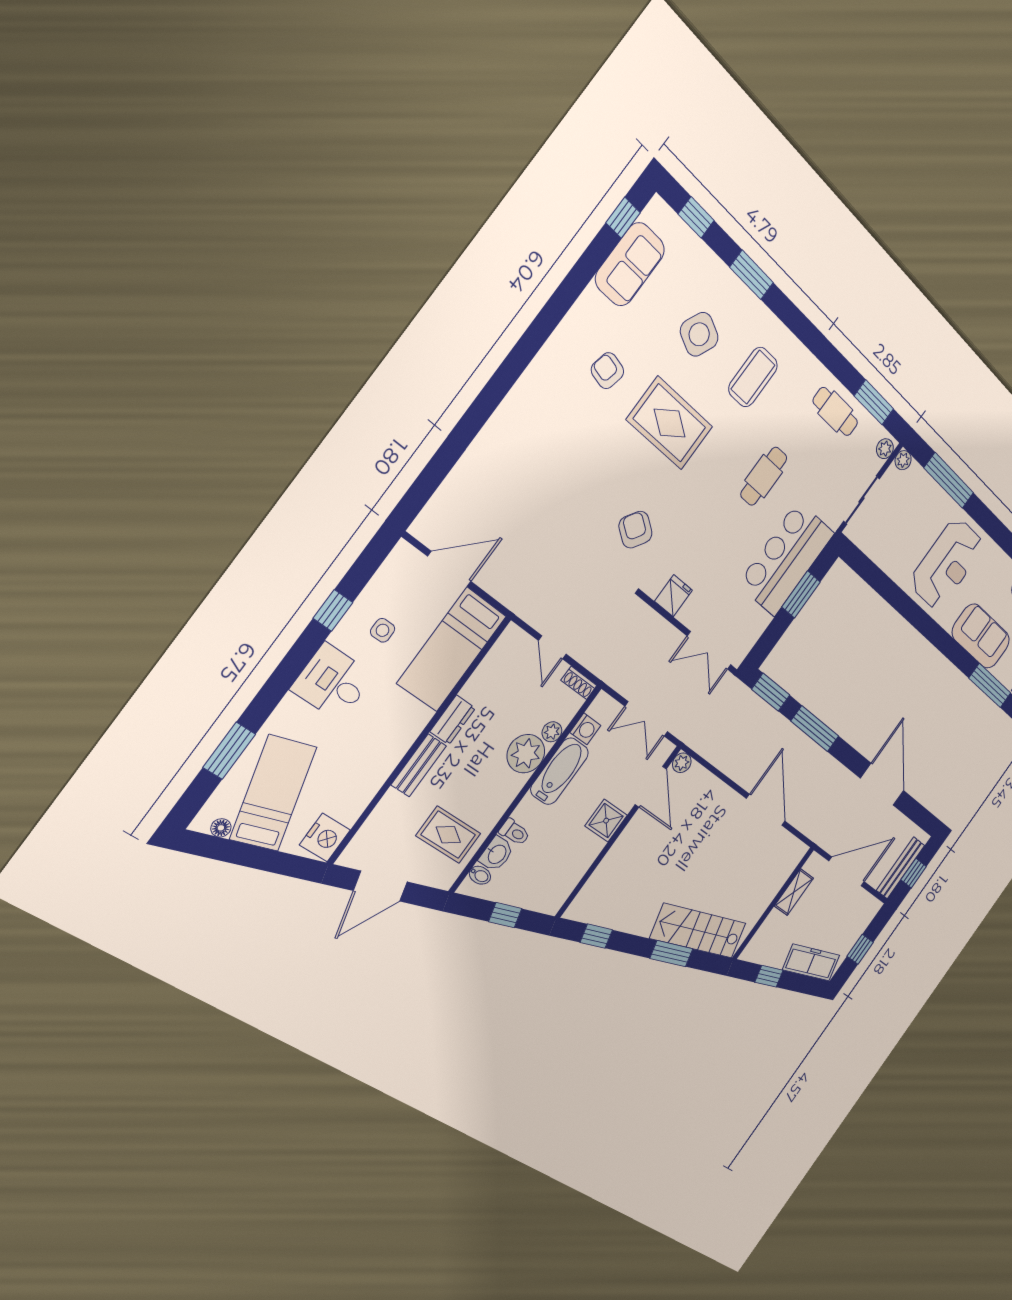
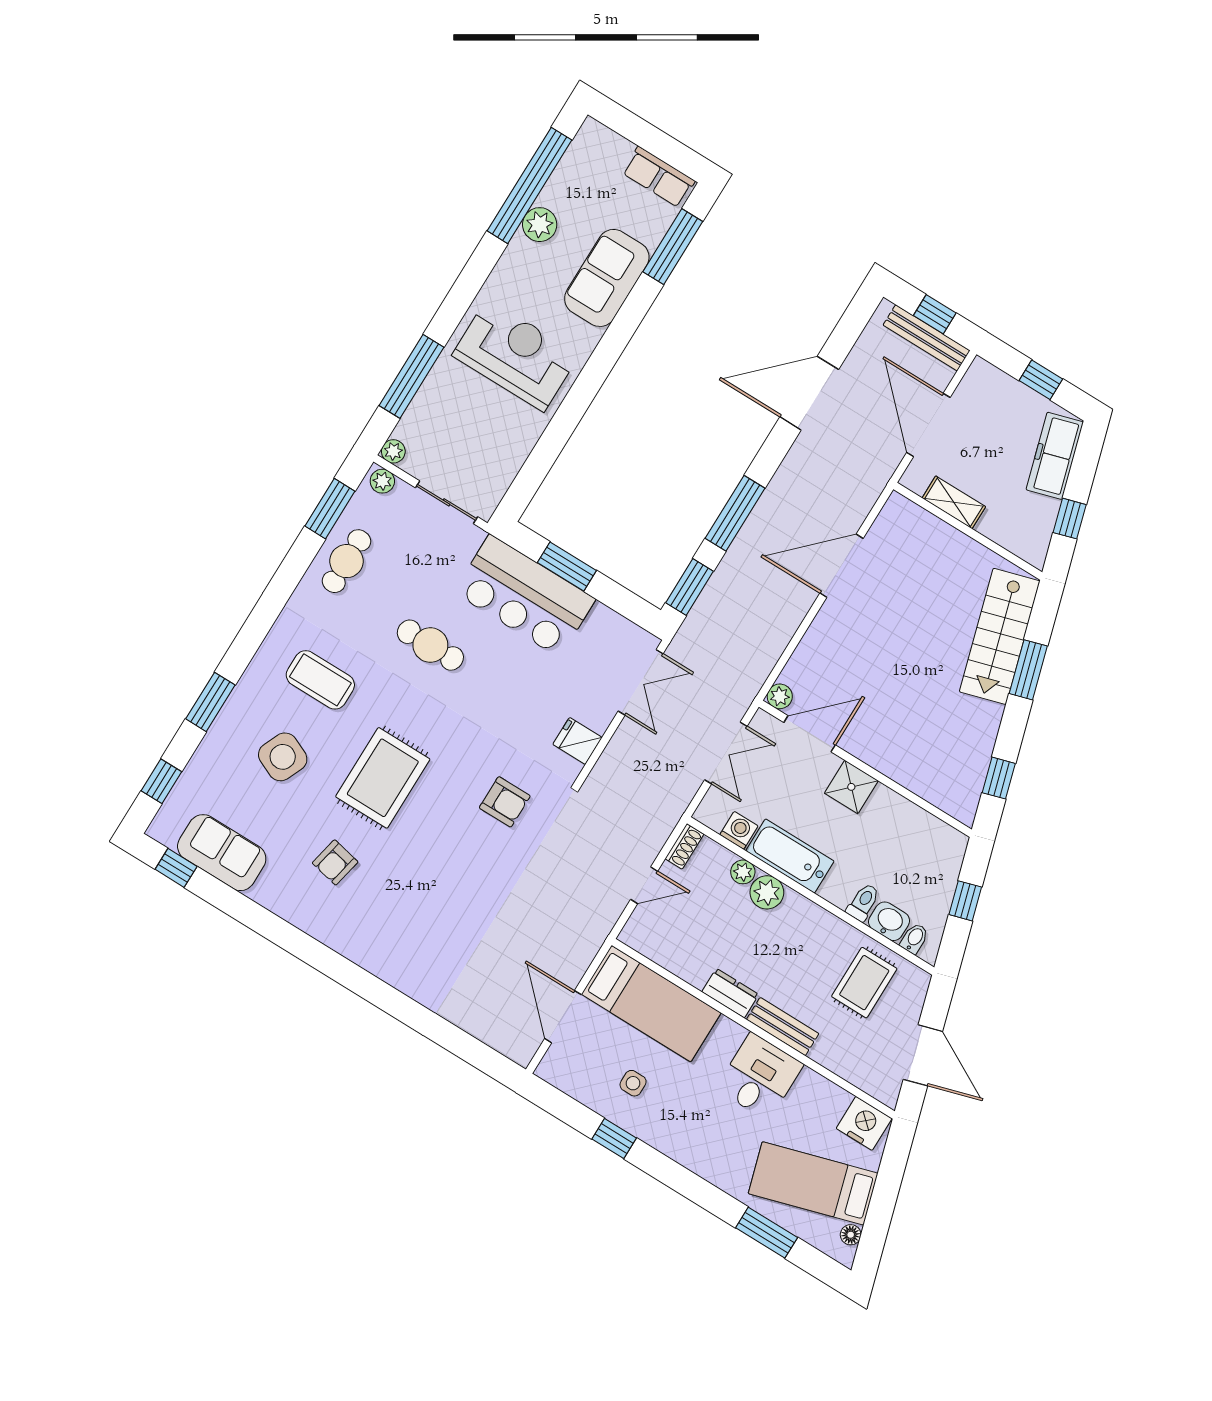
armchair: (635, 530) -> (505, 802), turned -124
desk: (333, 682) -> (760, 1077), moved, turned 180
plant: (526, 754) -> (767, 892), width x0.73, depth x0.73

